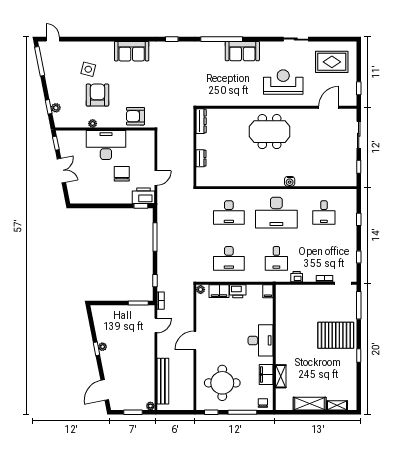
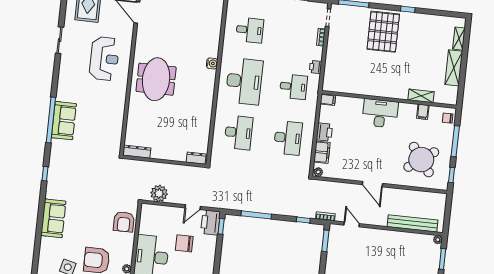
sofa: (242, 51) -> (64, 121), moved
reception desk: (283, 82) -> (104, 59), turned 180
plant: (165, 146) -> (159, 193), added
dresser: (201, 158) -> (196, 158), moved
door: (156, 178) -> (193, 207), swing flipped
filing cabinet: (266, 375) -> (423, 112), width x0.50
round table: (222, 383) -> (421, 160), turned -36

